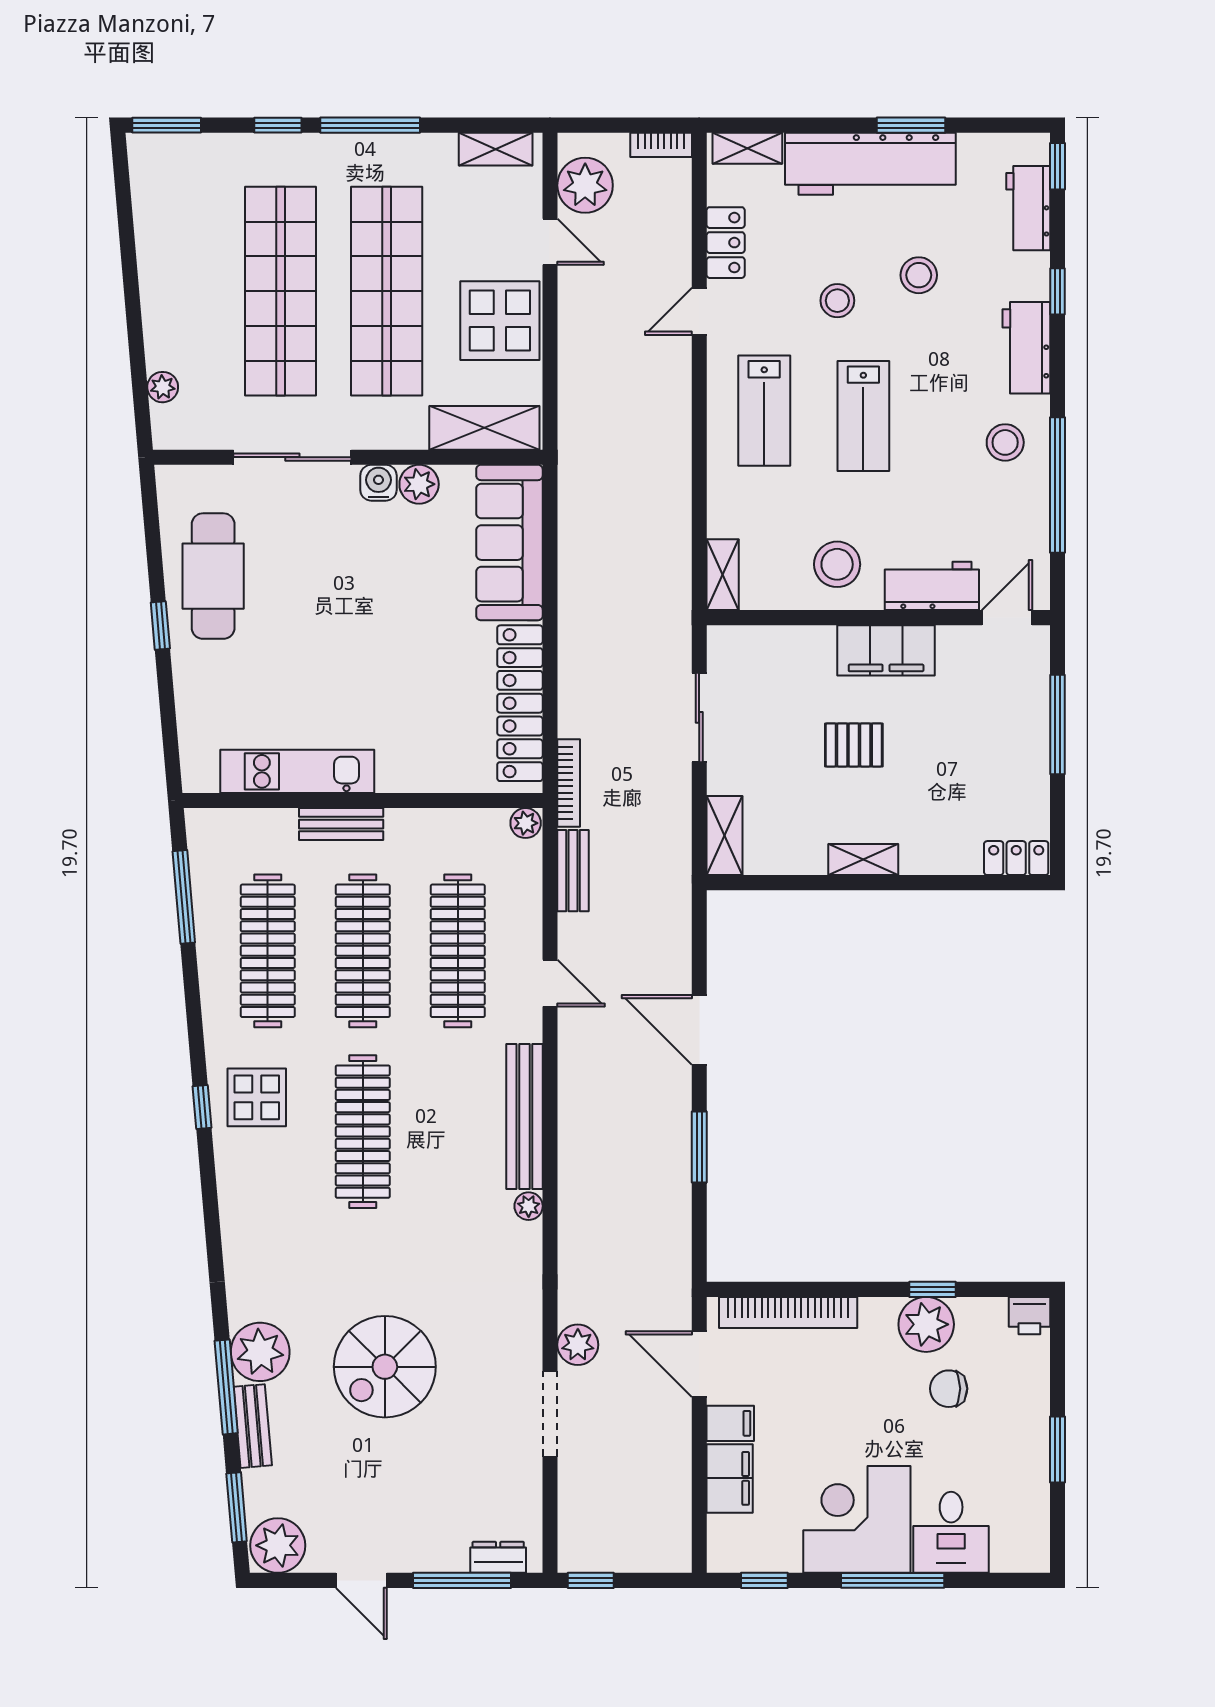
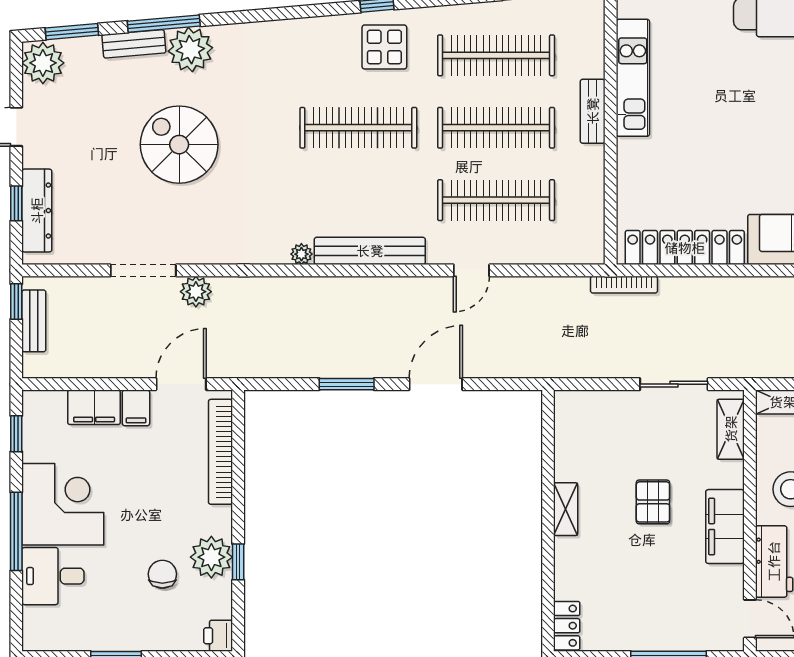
plant: (526, 823) -> (593, 252), removed
shelving: (725, 836) -> (731, 429), moved, turned 90
bench: (573, 871) -> (34, 321), moved, turned 90
dresser: (498, 1557) -> (37, 211), width x1.96, depth x1.24
window: (462, 1580) -> (16, 203), width x0.46

